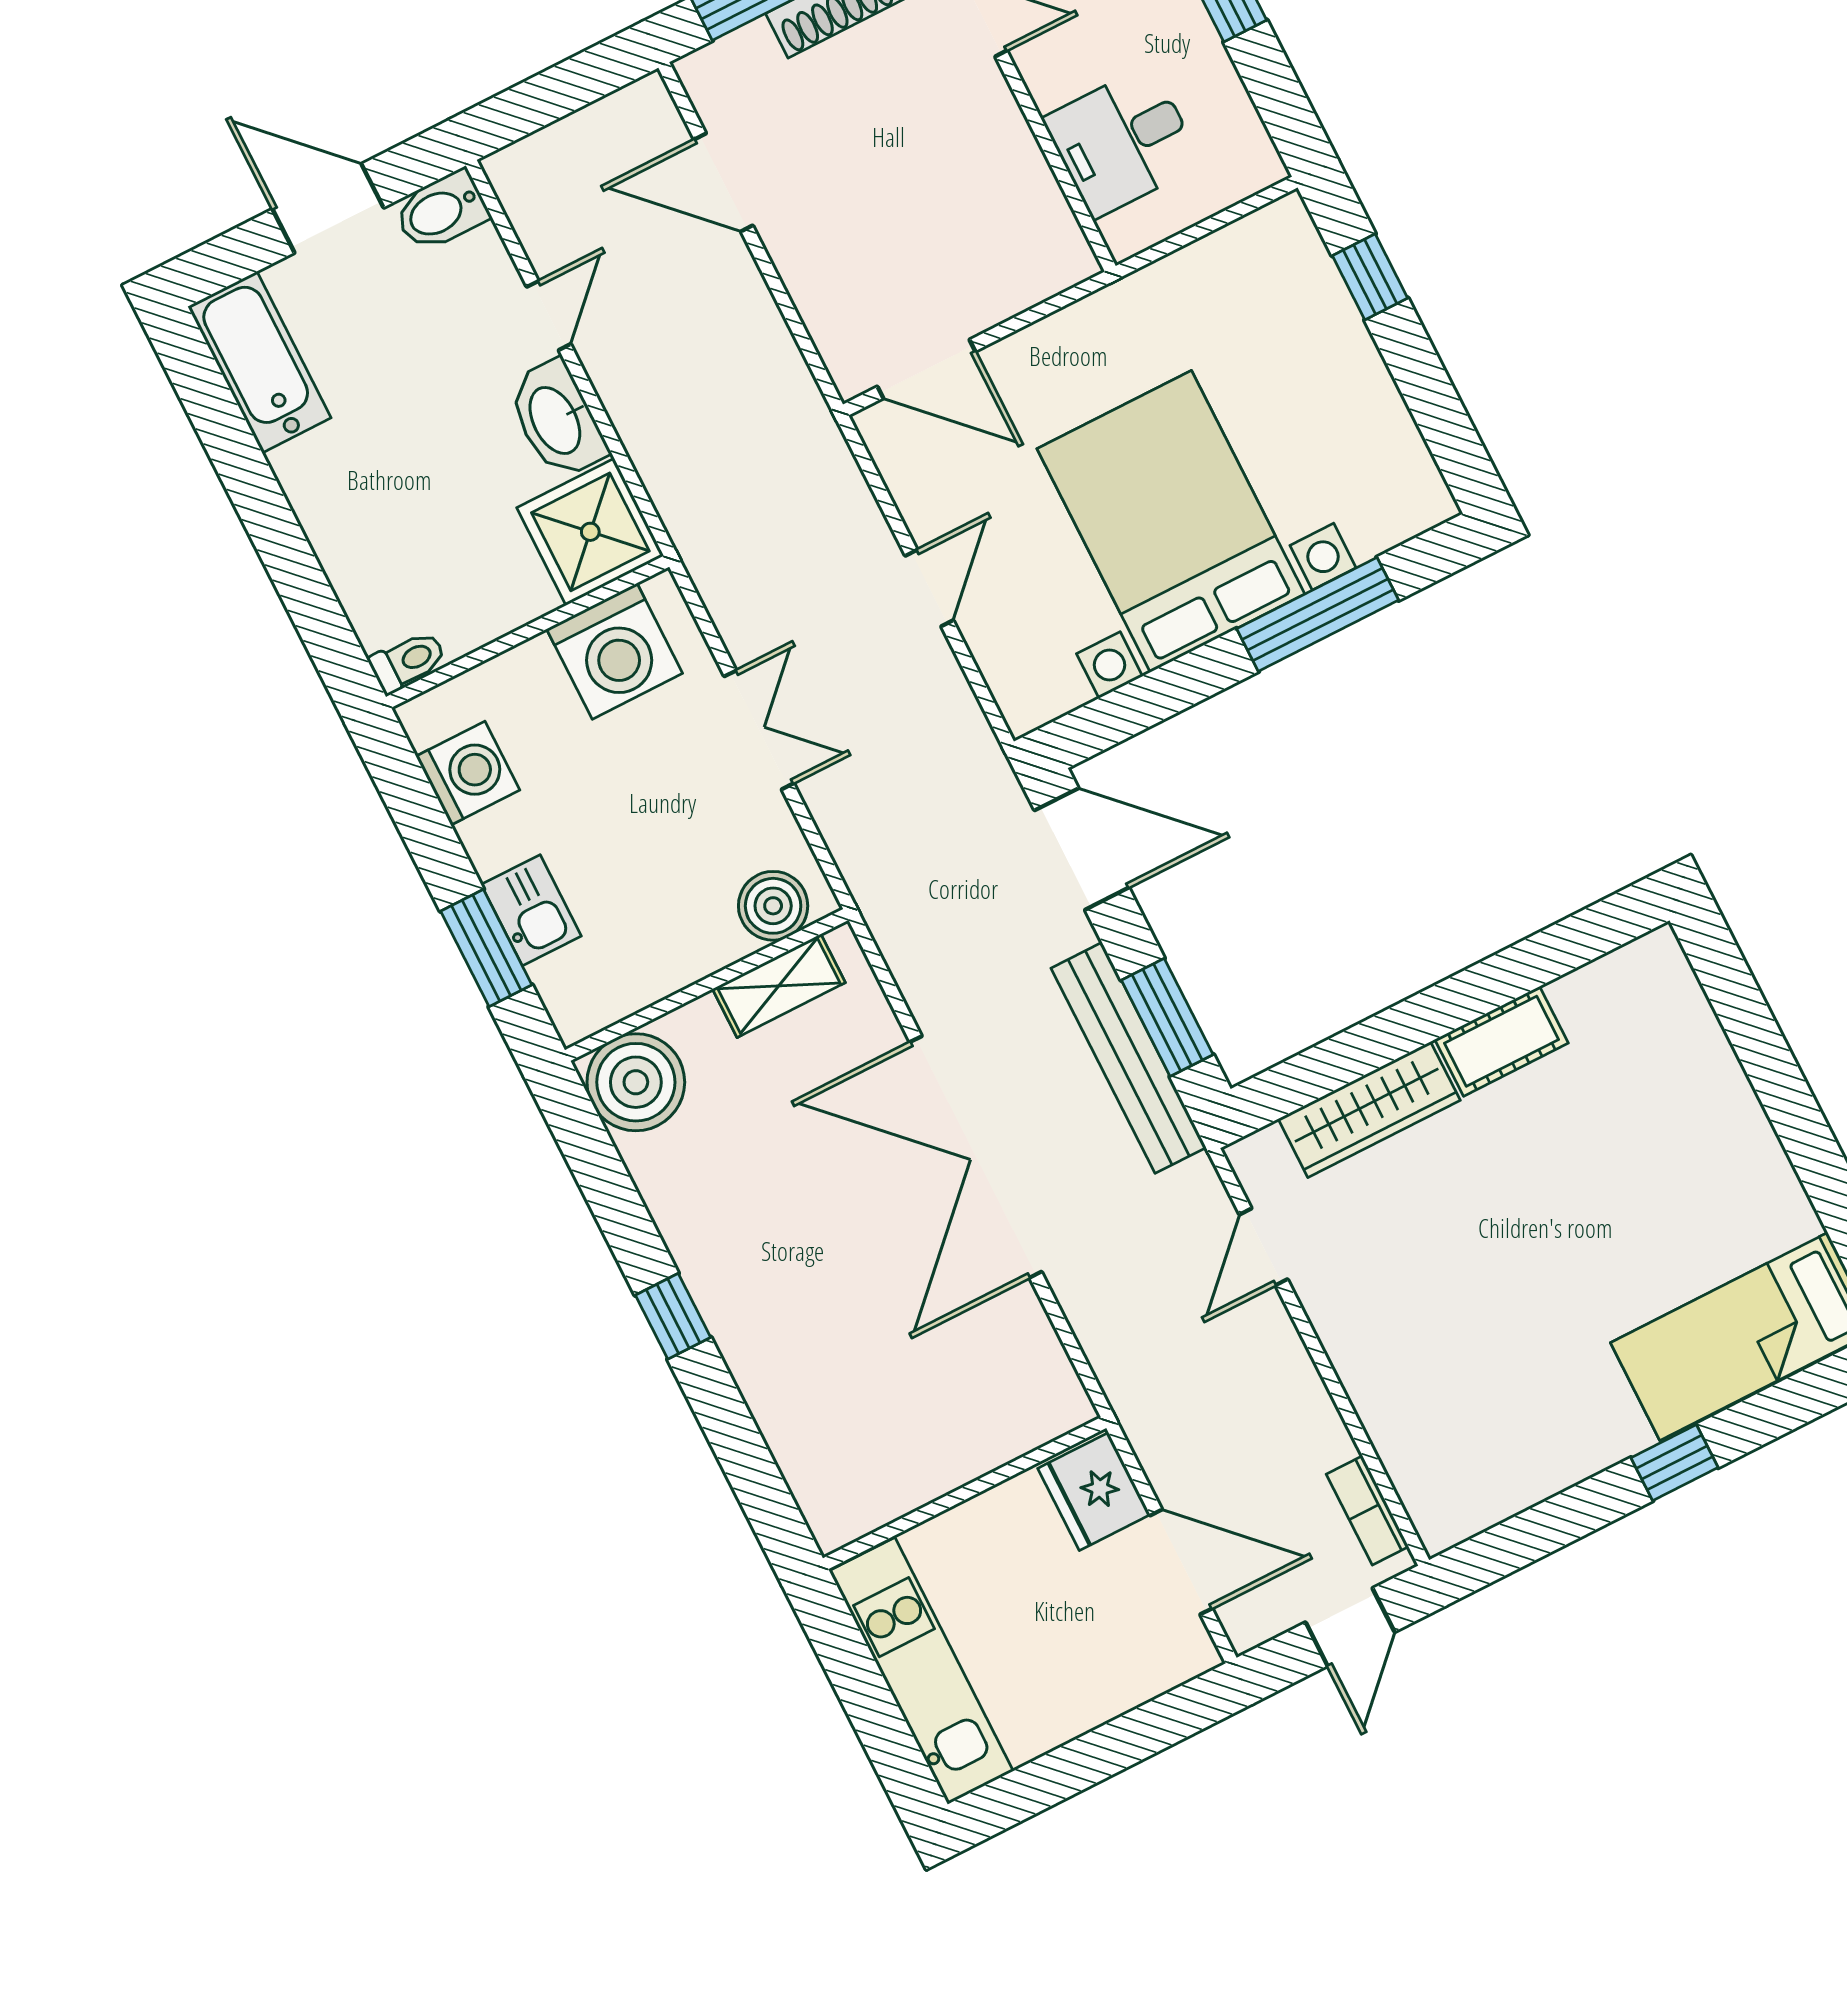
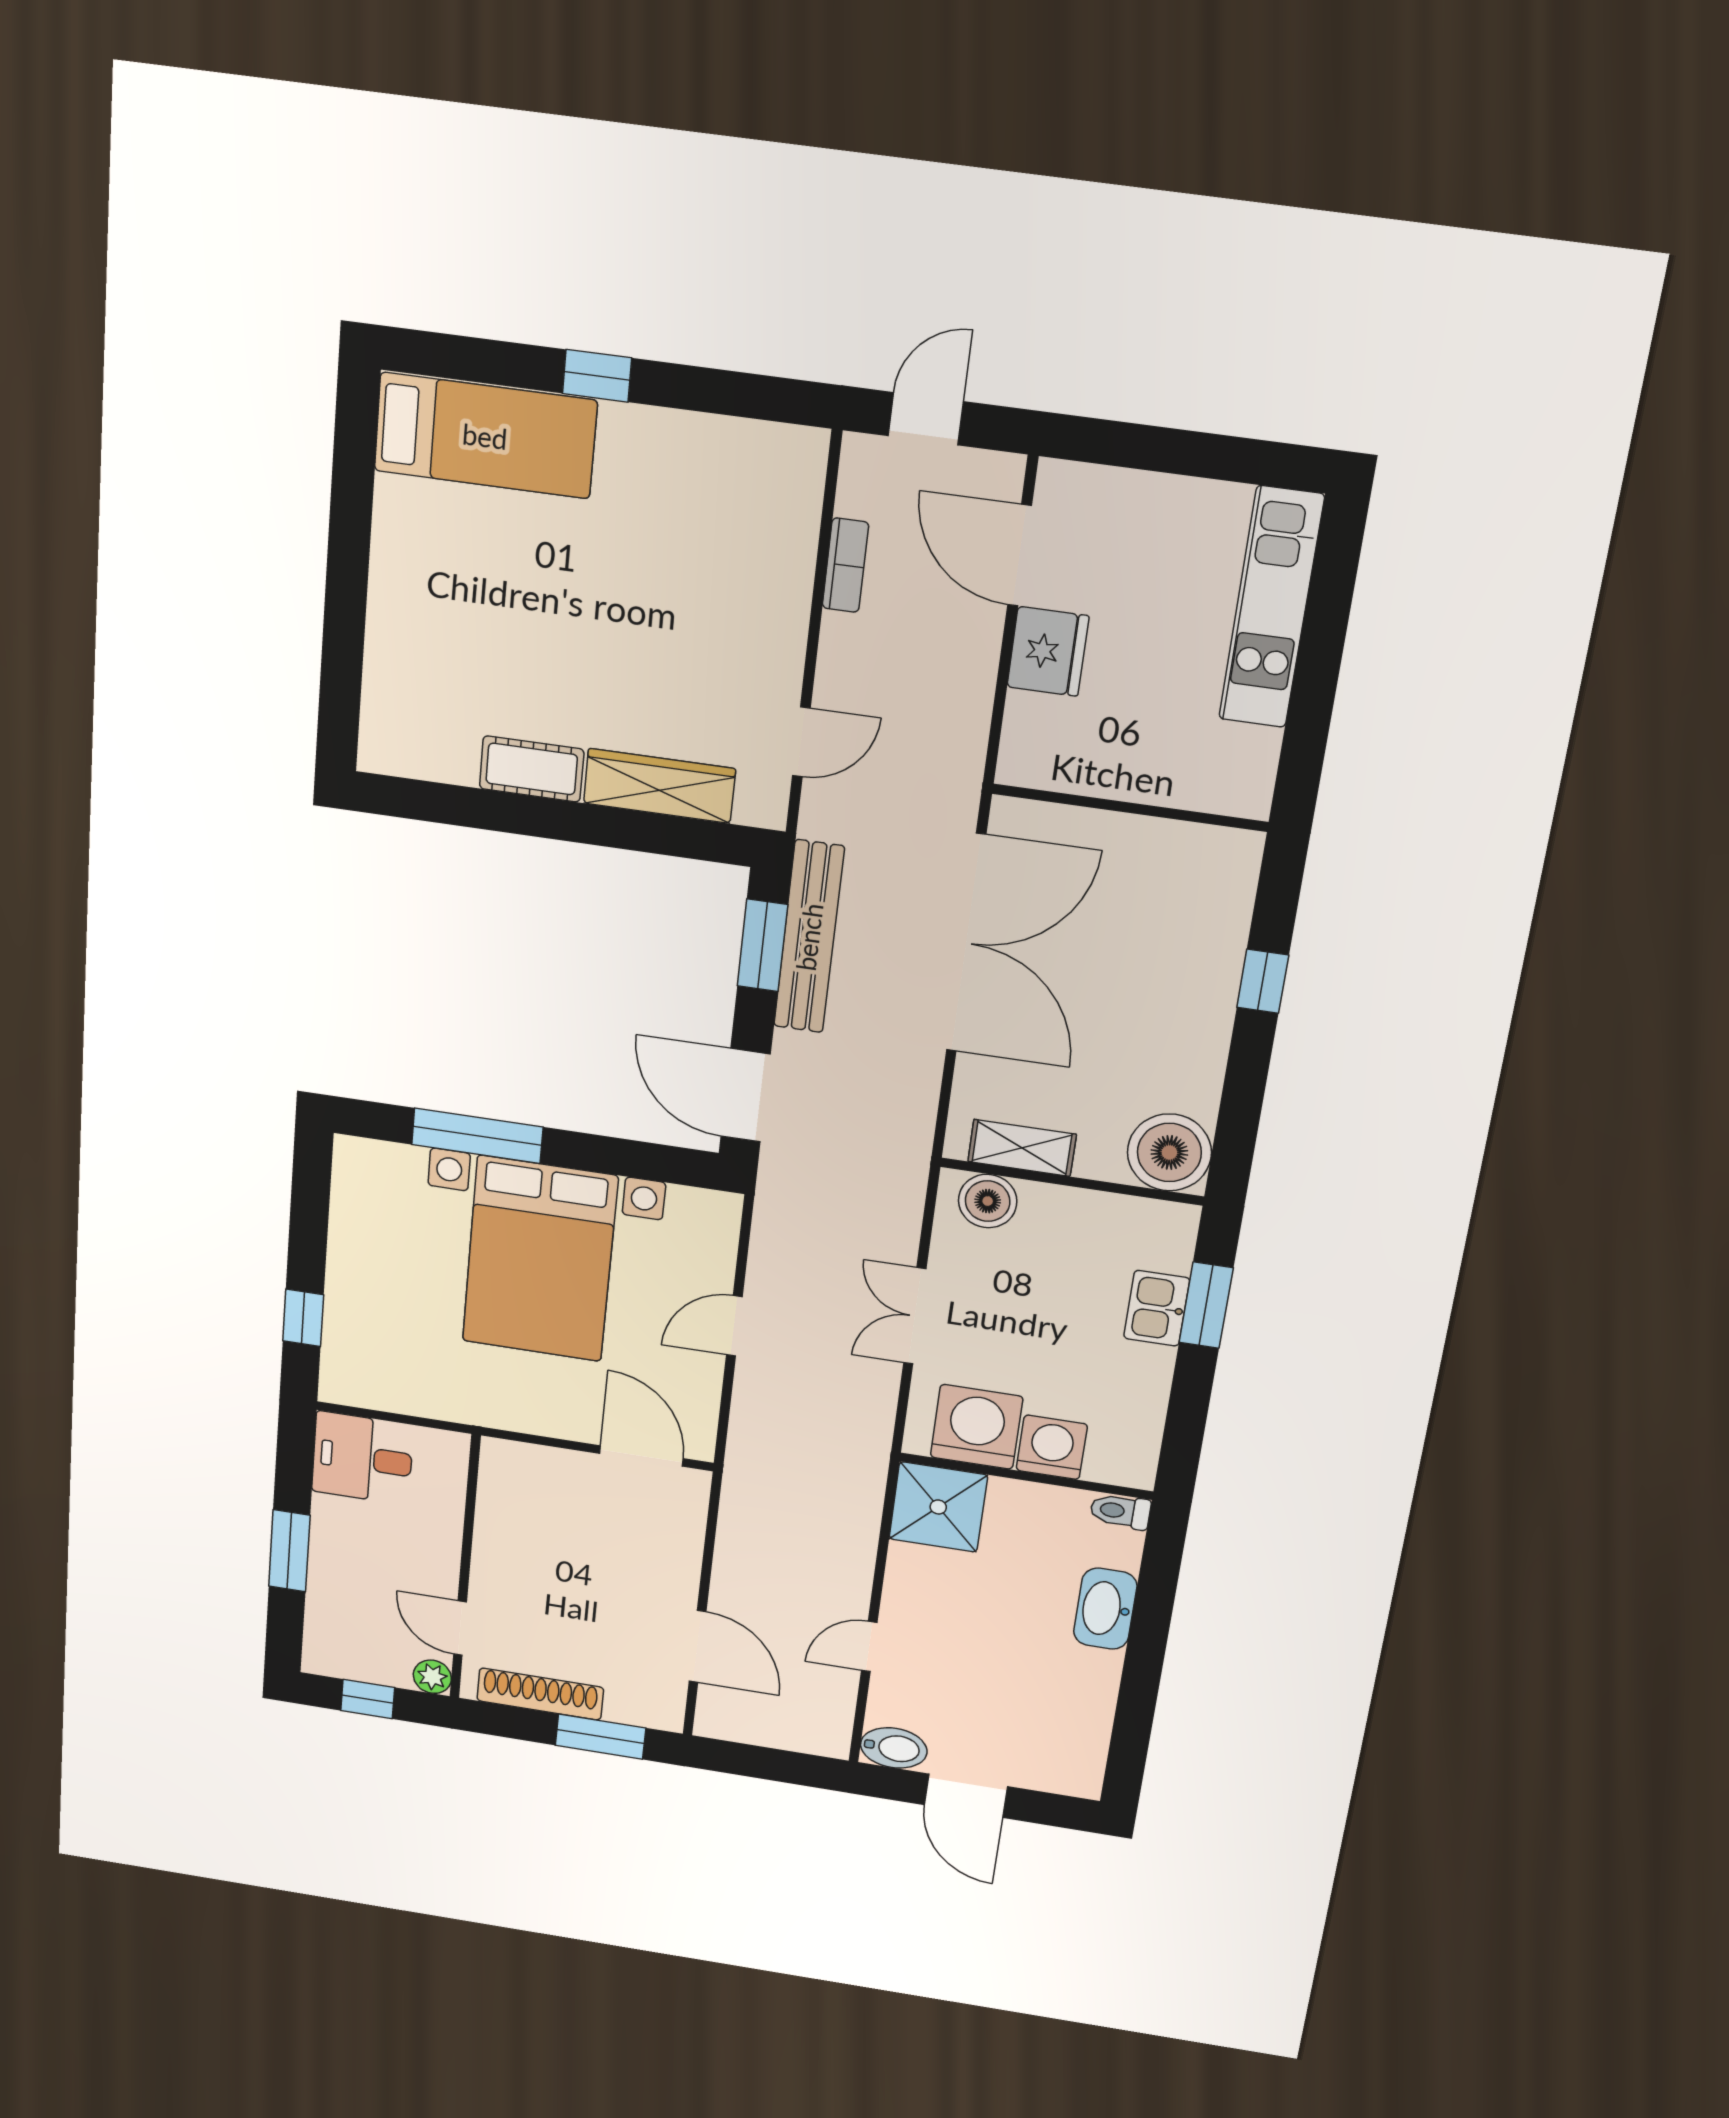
desk: (1122, 141) -> (362, 1458), moved, turned 180
bathtub: (259, 362) -> (1079, 1742), removed
washbasin: (557, 420) -> (1105, 1609), moved, turned 180
washing machine: (468, 773) -> (1052, 1447), moved, turned 90
wall: (965, 1493) -> (1130, 808), moved
bookcase: (1368, 1510) -> (845, 565), moved

